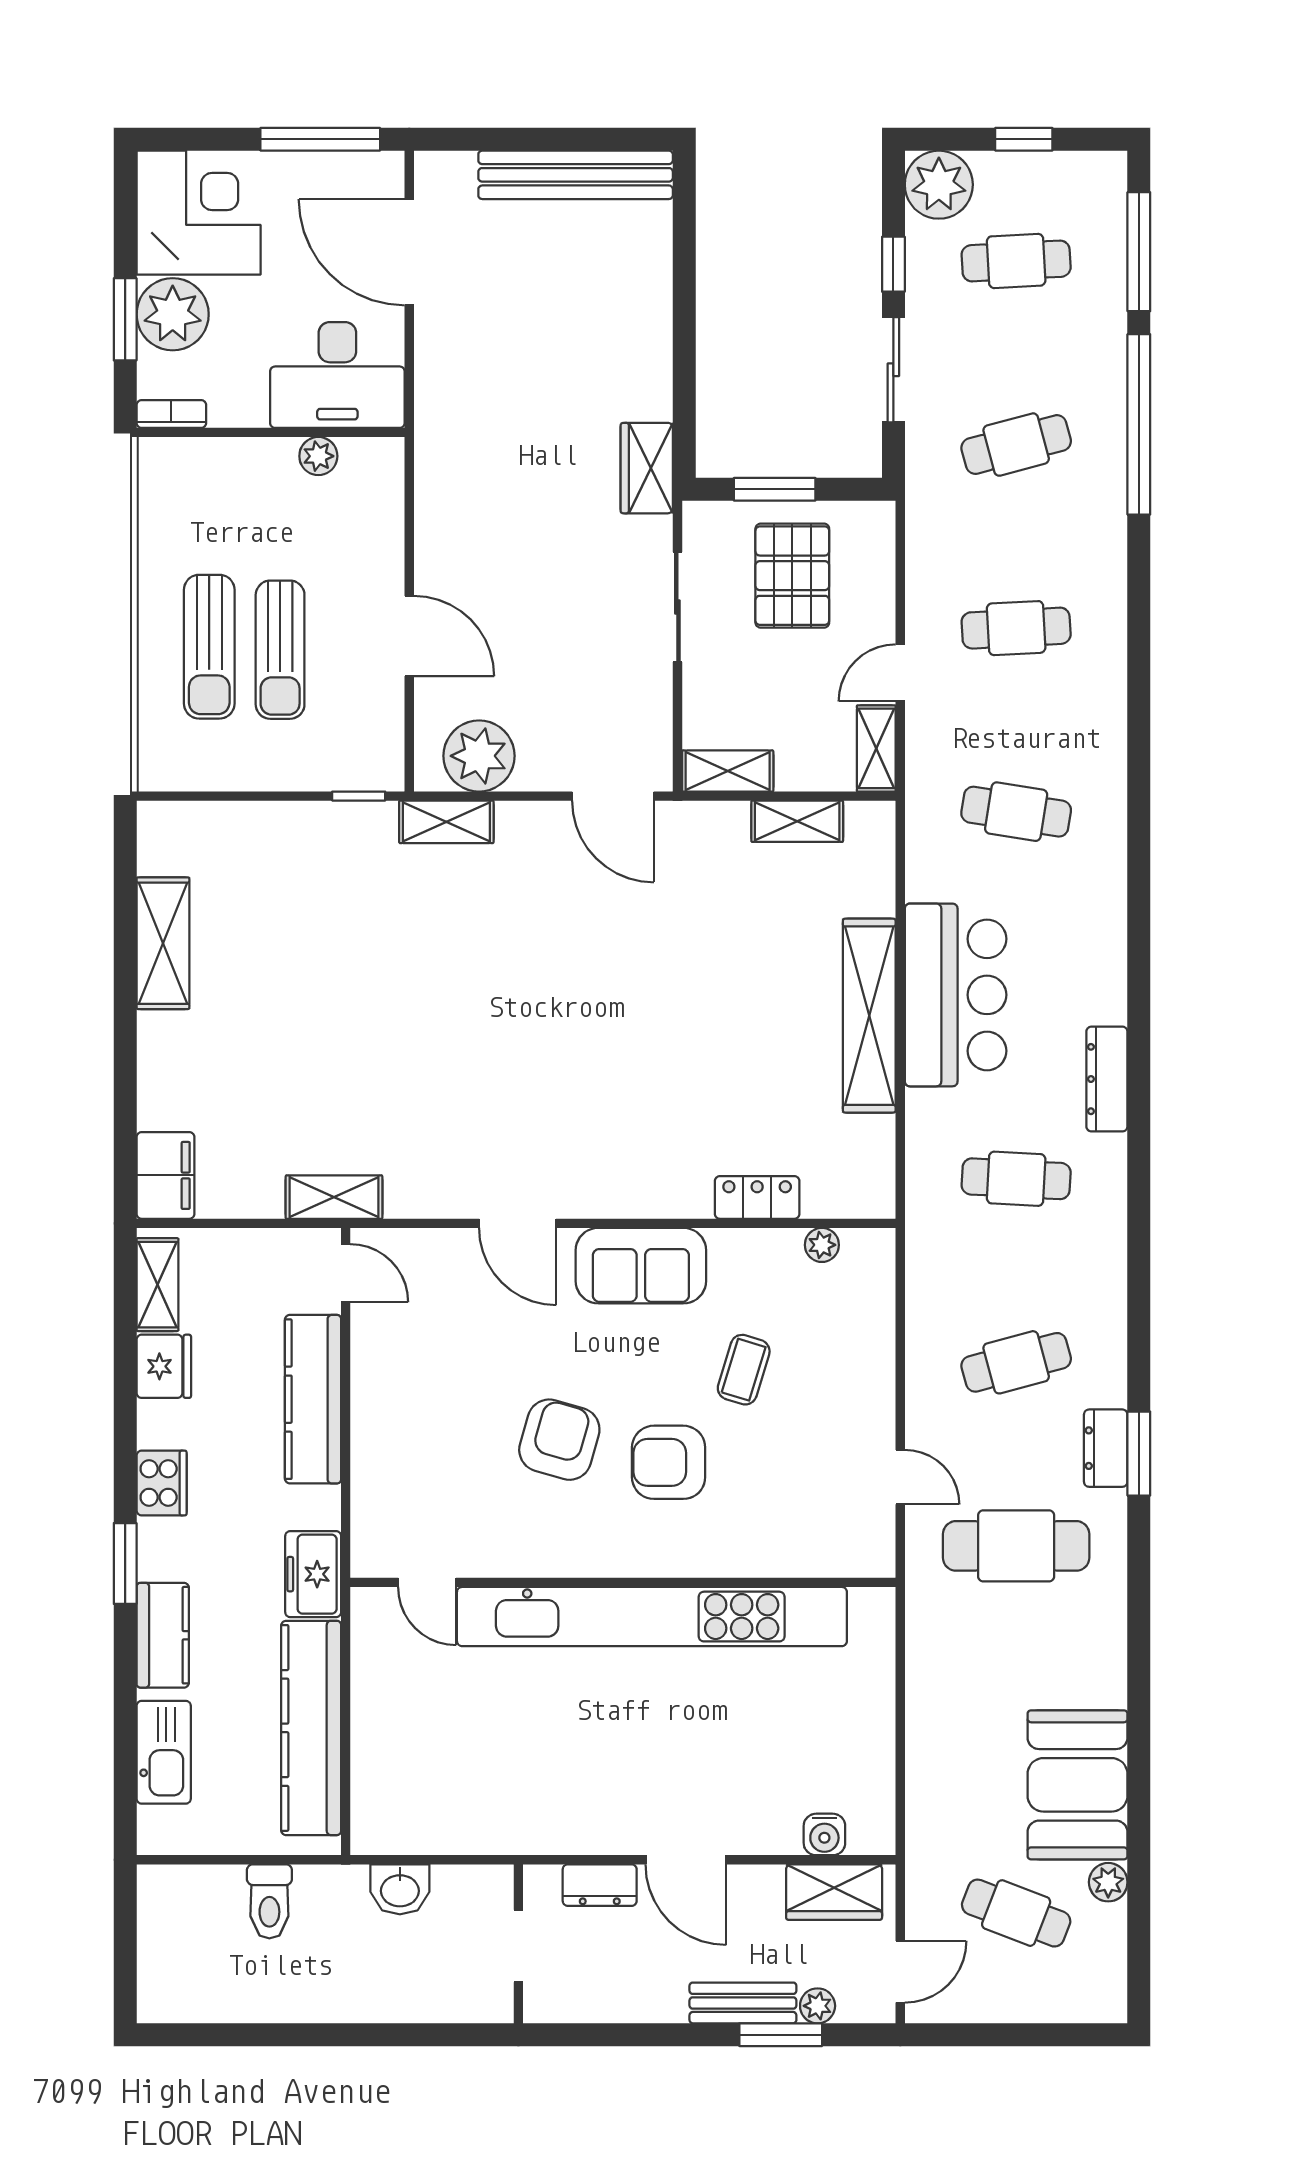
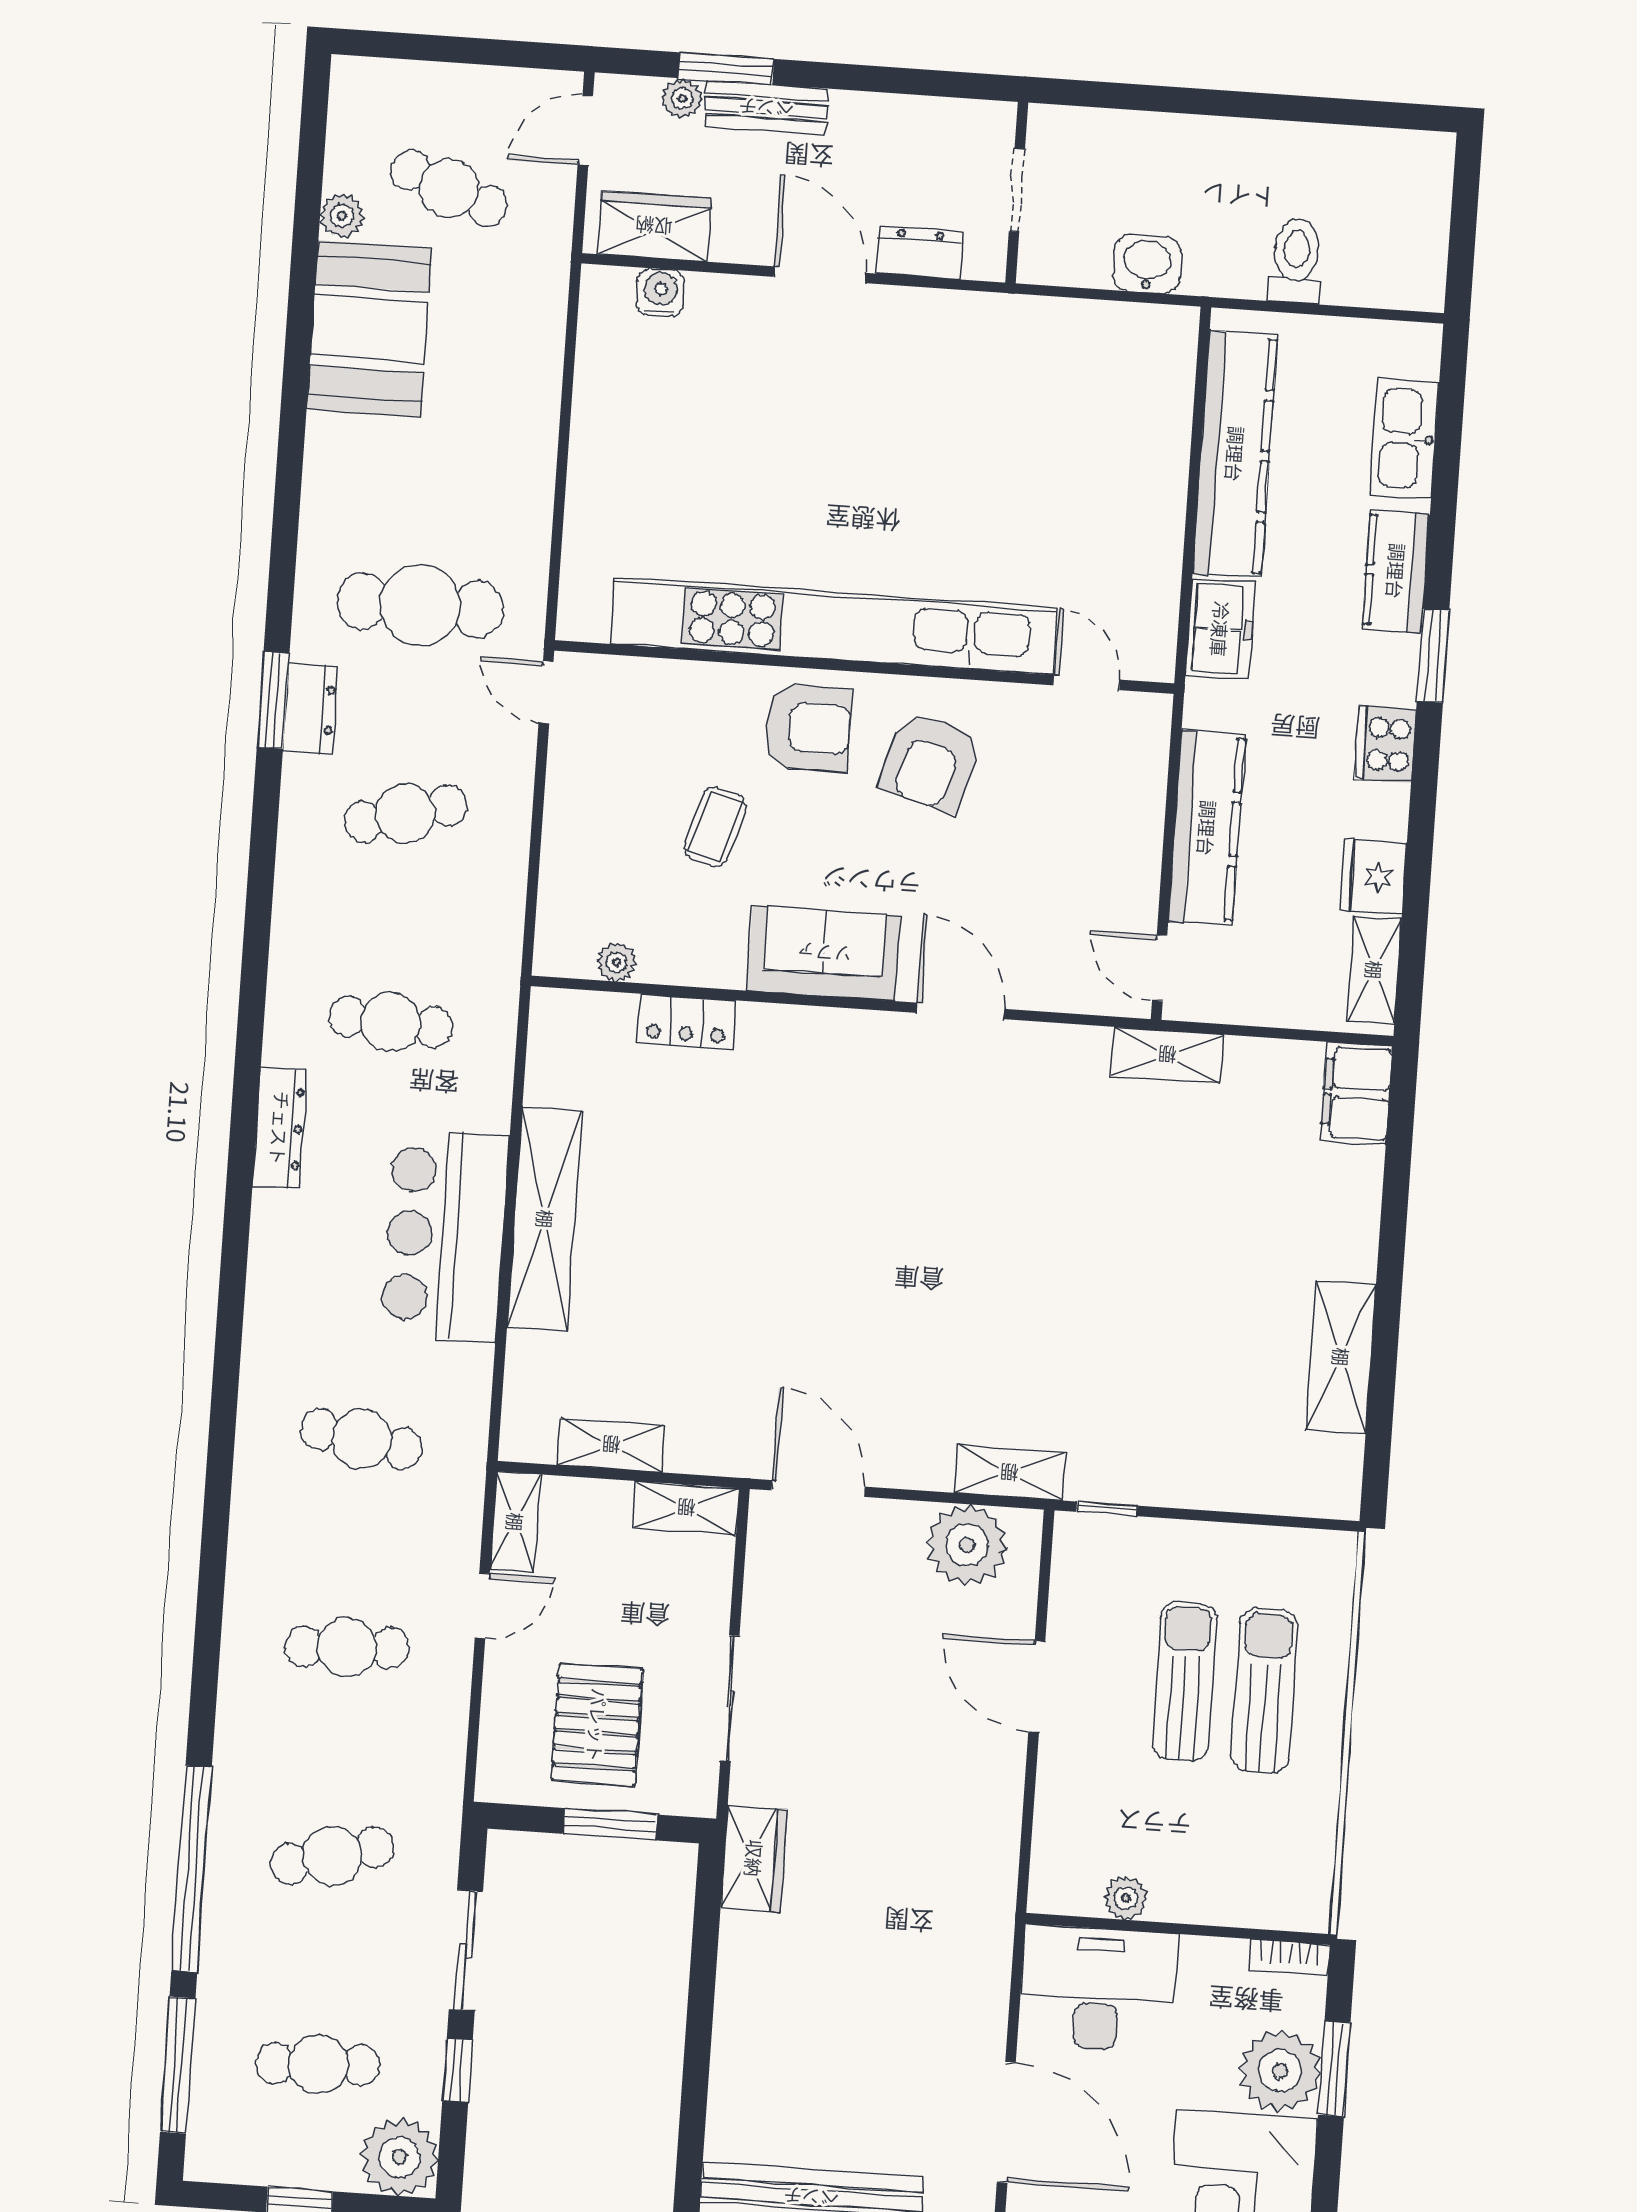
door: (427, 1582) -> (1087, 683), moved
wall: (623, 1582) -> (864, 667), moved
kitchen unit: (652, 1617) -> (834, 626), moved

